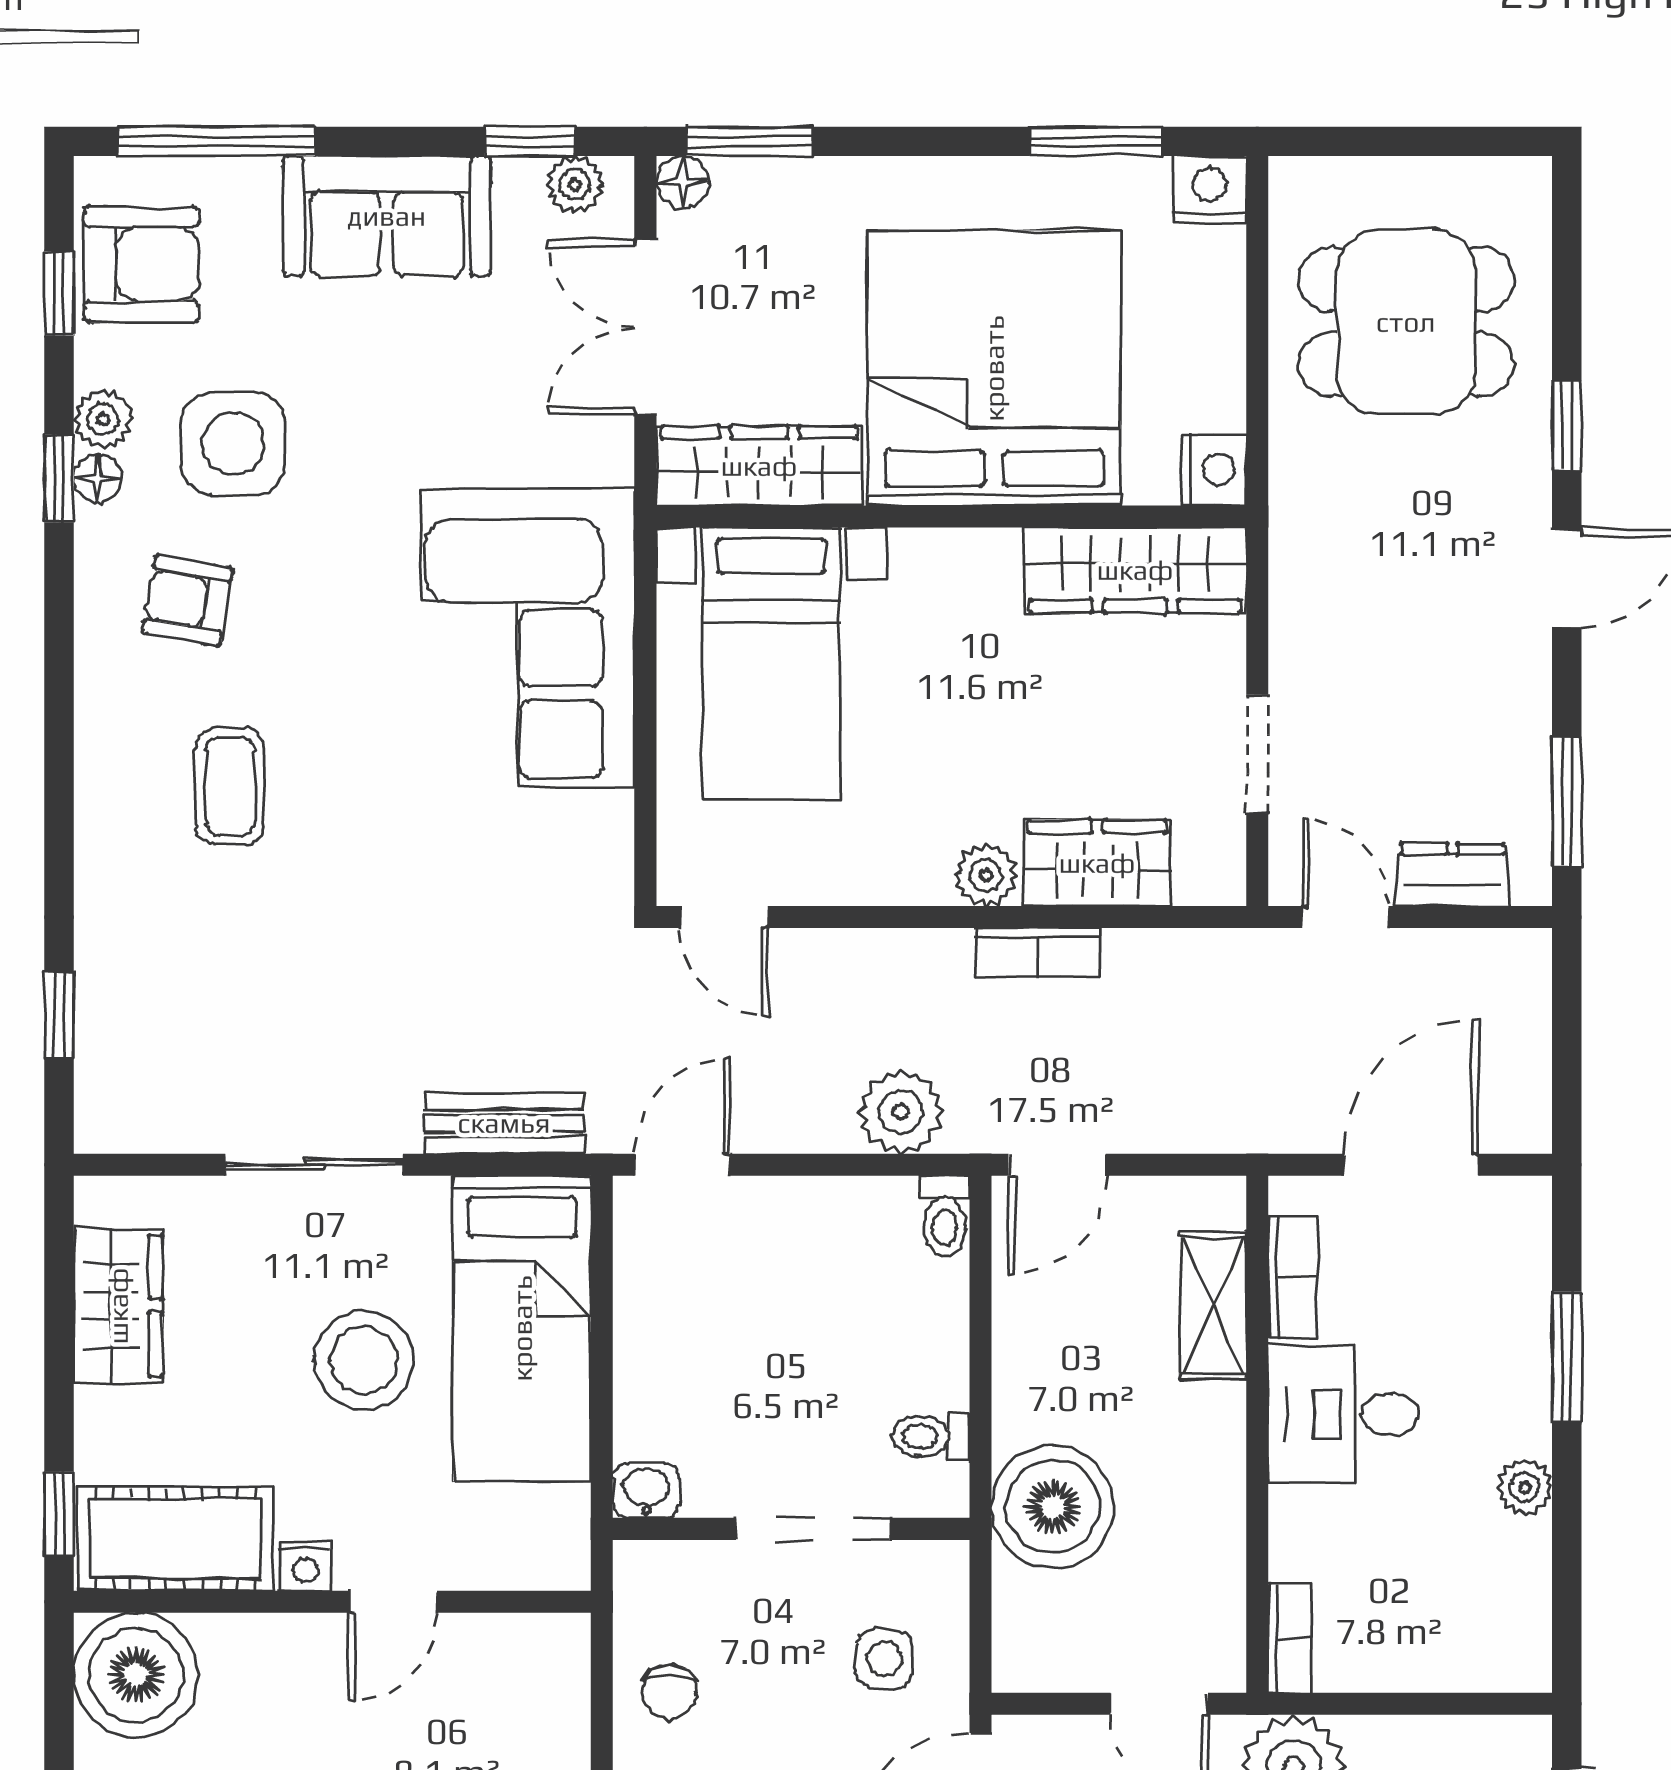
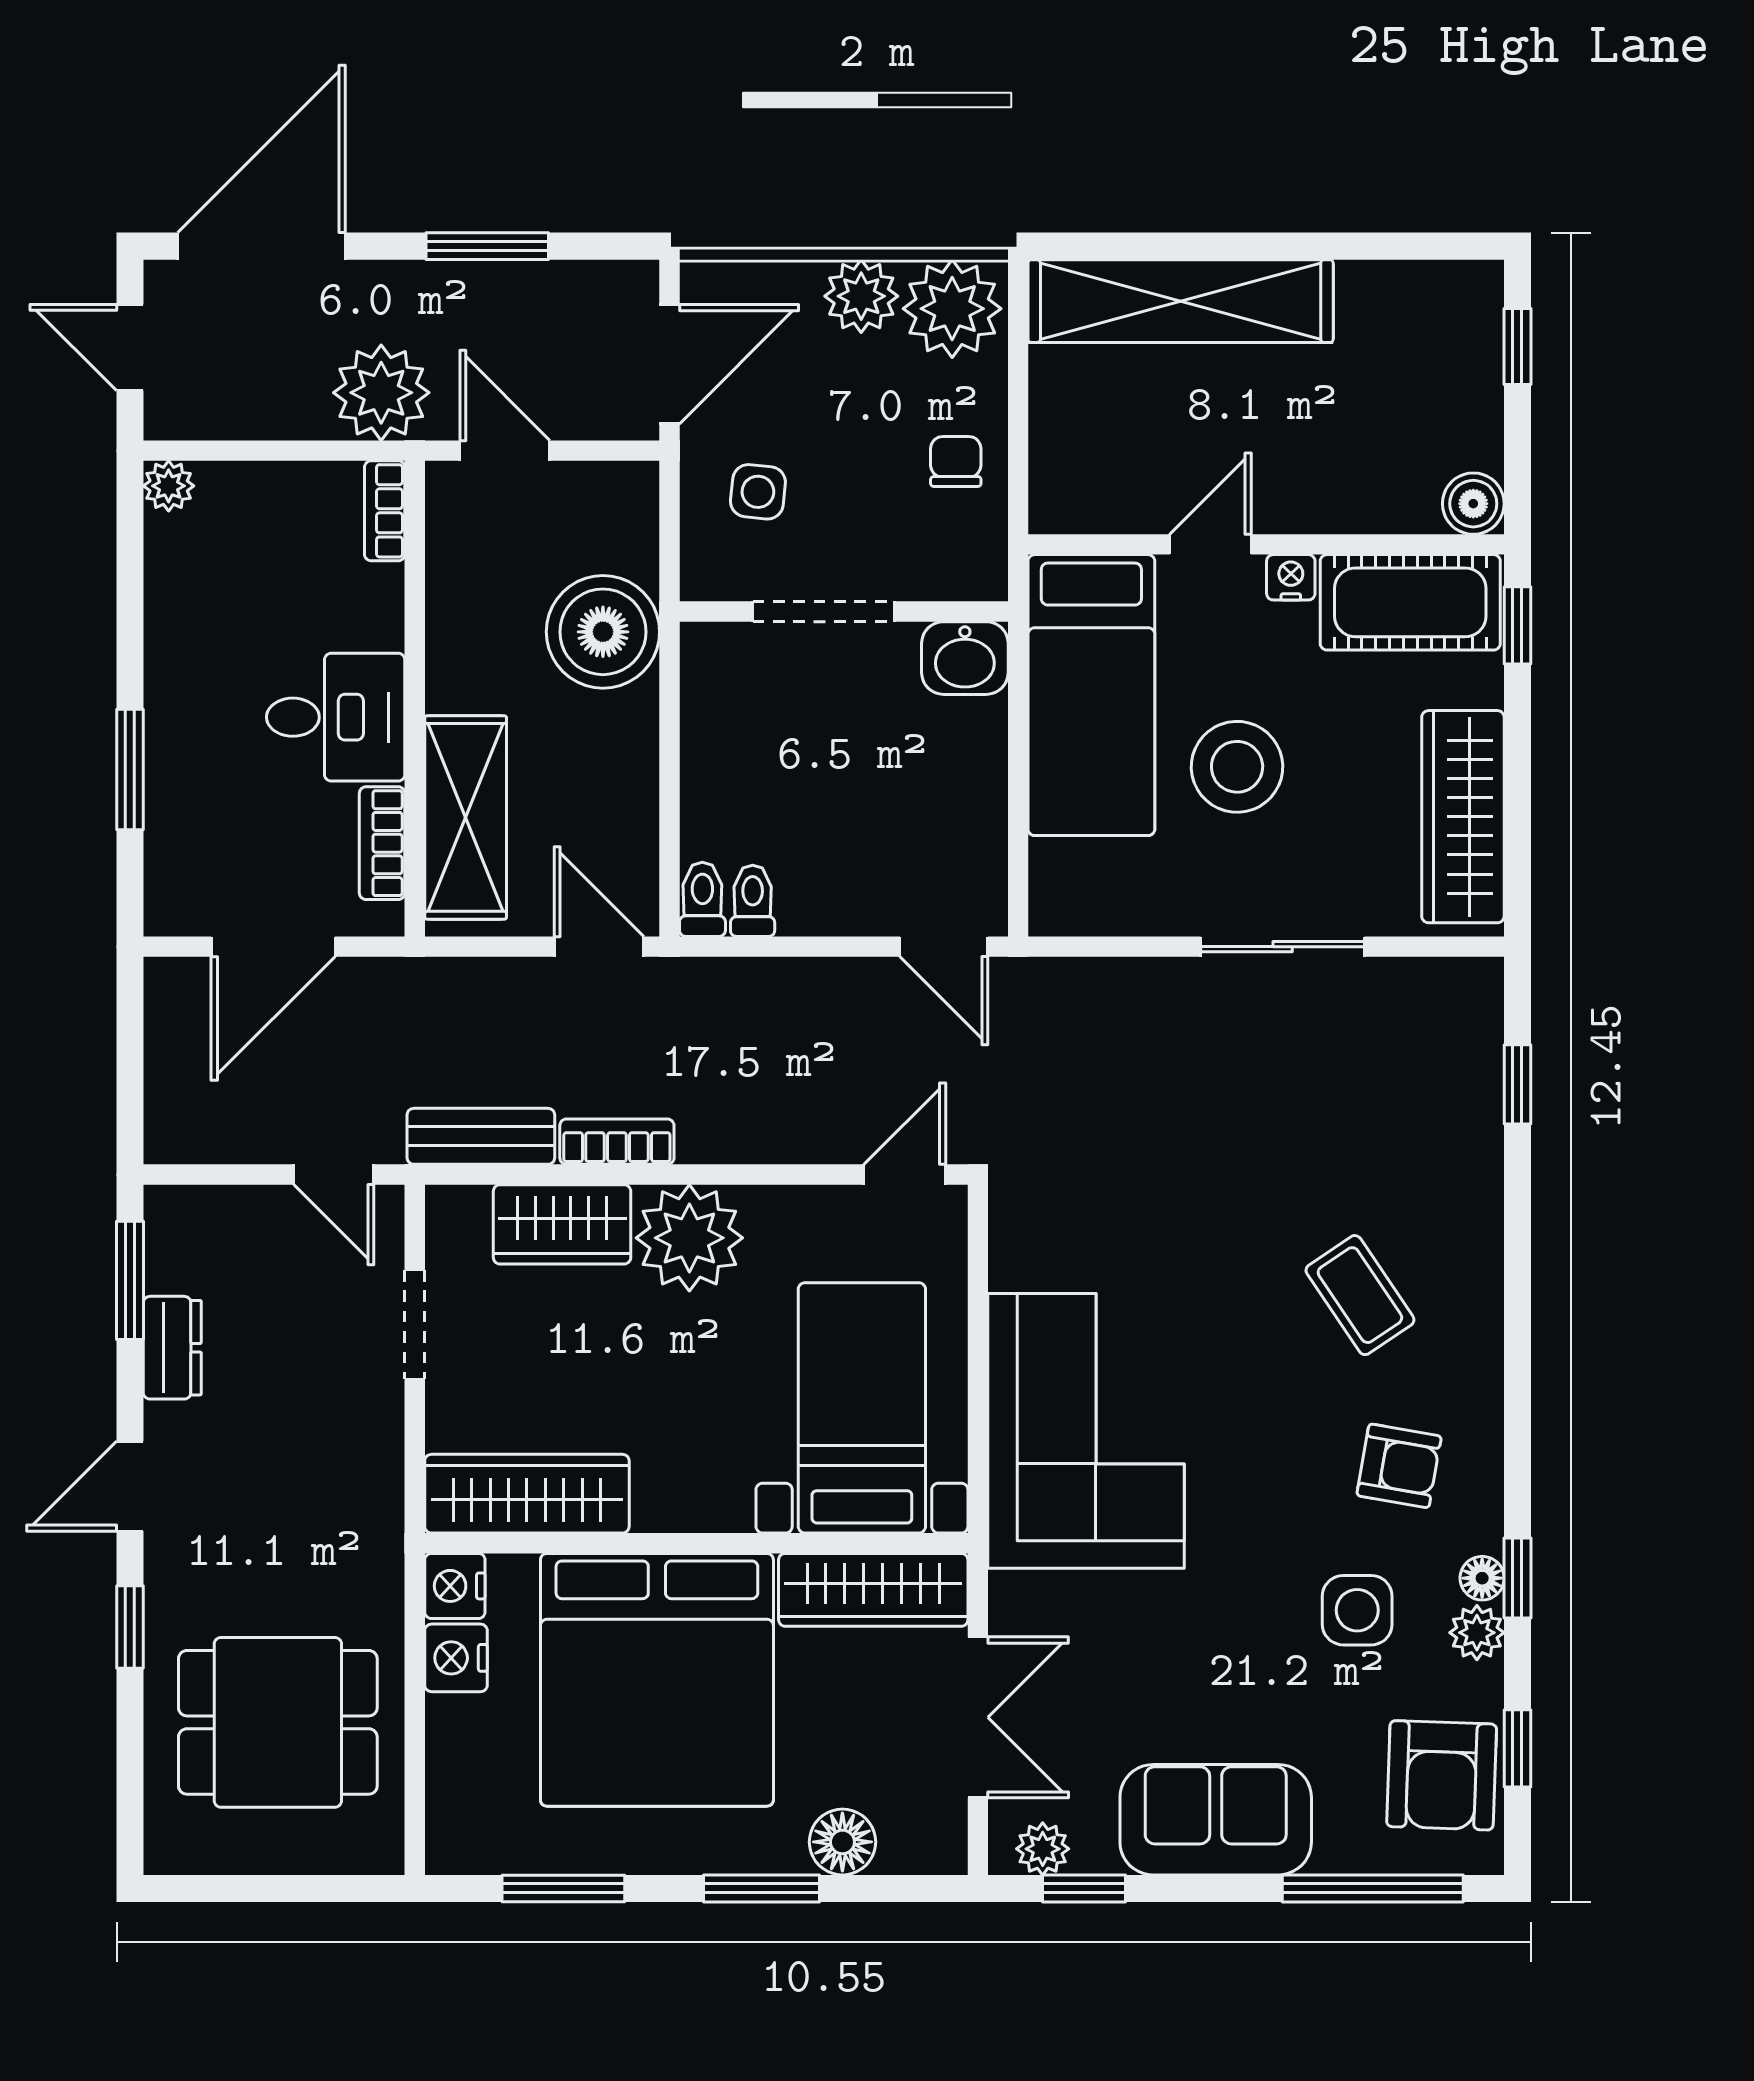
window: (750, 141) -> (762, 1888), moved
floor lamp: (682, 182) -> (842, 1842), moved, width x1.37, depth x1.37
nightstand: (1209, 190) -> (456, 1658), moved, turned 90
armchair: (141, 264) -> (1442, 1775), turned -88
side table: (233, 444) -> (1357, 1610), width x0.73, depth x0.73
coffee table: (230, 786) -> (1360, 1295), turned -34
plant: (986, 875) -> (689, 1238), width x1.88, depth x1.88
dresser: (1452, 875) -> (172, 1348), moved, turned -90
door: (725, 917) -> (905, 1175), hinge flipped
plant: (901, 1112) -> (743, 995), removed
bench: (504, 1123) -> (481, 1136), moved
door: (682, 1165) -> (944, 947), hinge flipped
door: (1057, 1165) -> (599, 947), hinge flipped
shelving: (1213, 1305) -> (466, 817), width x1.50, depth x1.33
wardrobe: (118, 1306) -> (1463, 817), width x1.50
bed: (522, 1328) -> (1091, 695), moved, turned 180
toilet: (931, 1436) -> (753, 901), moved, turned -90
plant: (1525, 1487) -> (169, 486), moved
washbasin: (647, 1491) -> (965, 658), width x1.38, depth x1.45
boiler: (136, 1675) -> (1473, 504), width x0.54, depth x0.54

